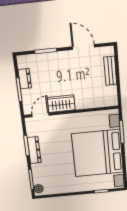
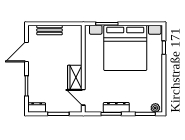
dresser: (25, 79) -> (37, 107), moved

